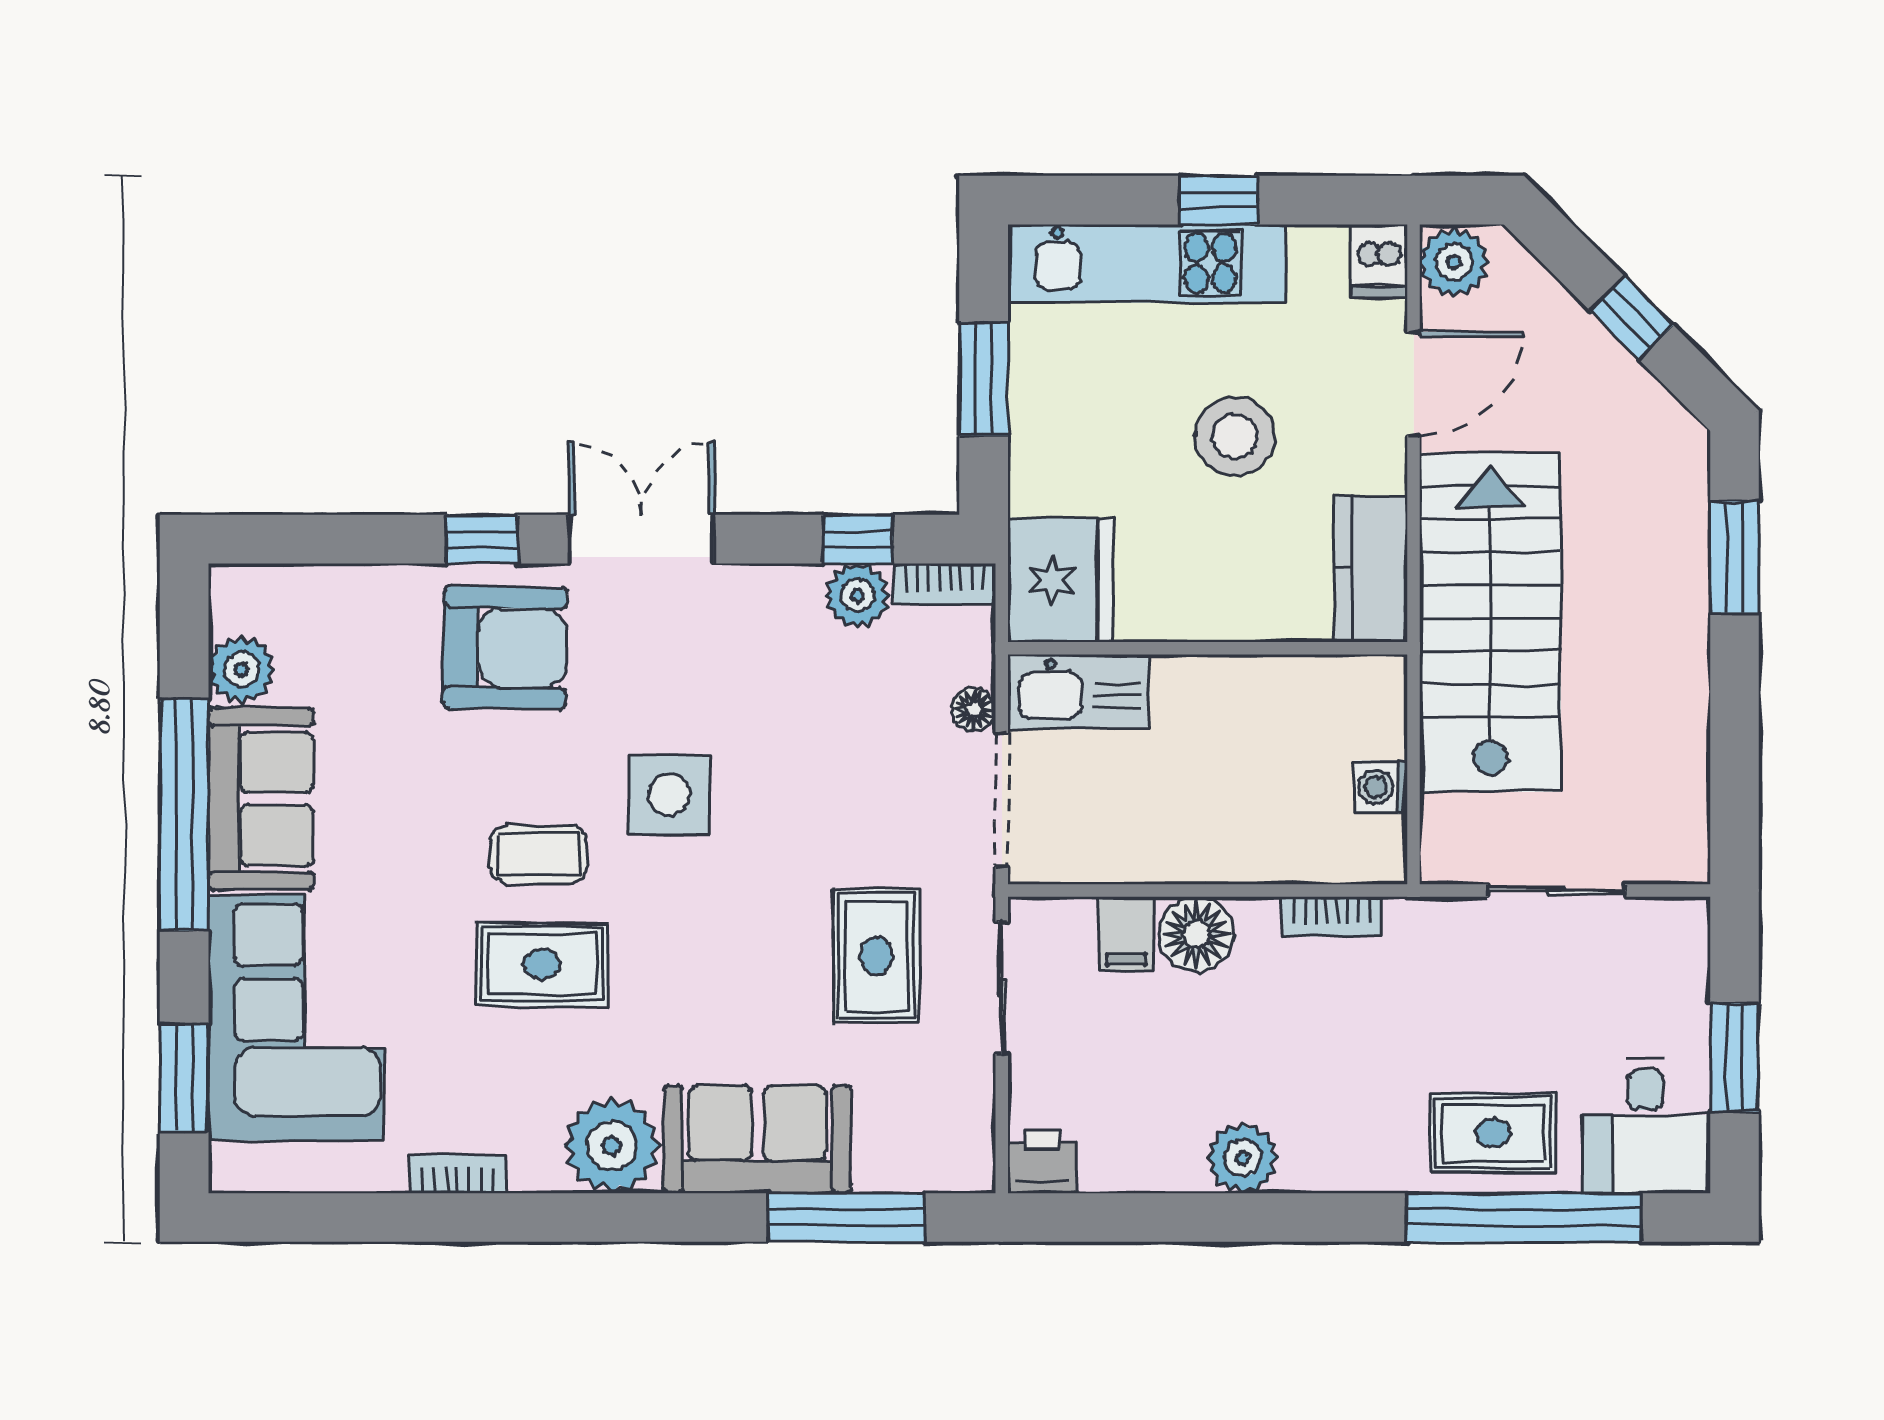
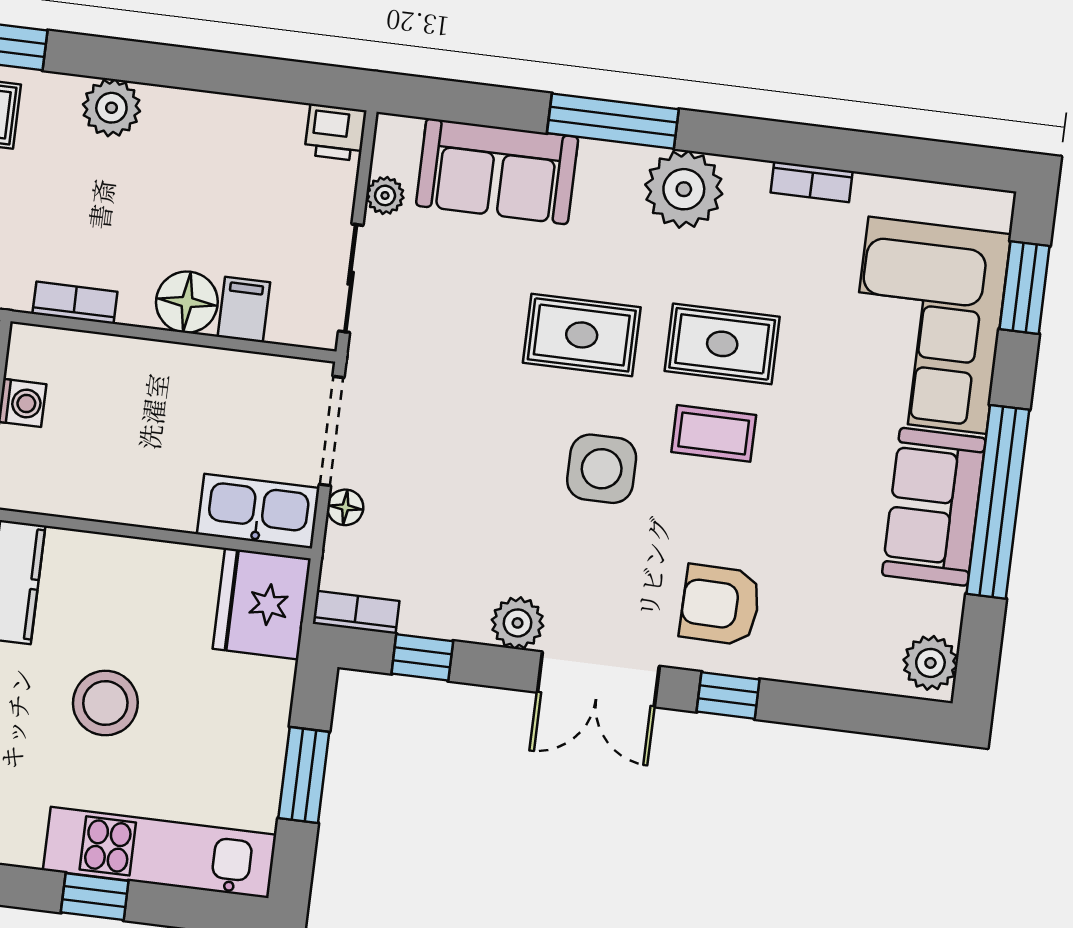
plant: (857, 595) -> (518, 623), moved
armchair: (505, 648) -> (720, 605), width x0.73, depth x0.73
plant: (242, 670) -> (930, 663), moved
rug: (876, 956) -> (582, 335), moved, turned 90
plant: (973, 1093) -> (385, 195), added
sofa: (757, 1139) -> (497, 171), moved
plant: (1243, 1158) -> (111, 108), moved
window: (846, 1217) -> (613, 121), moved

